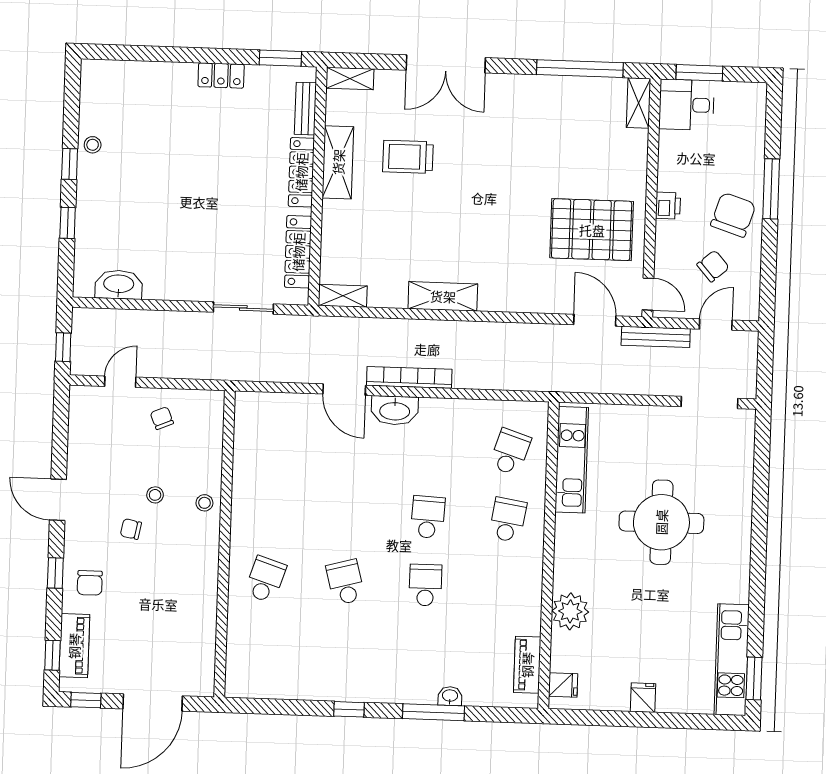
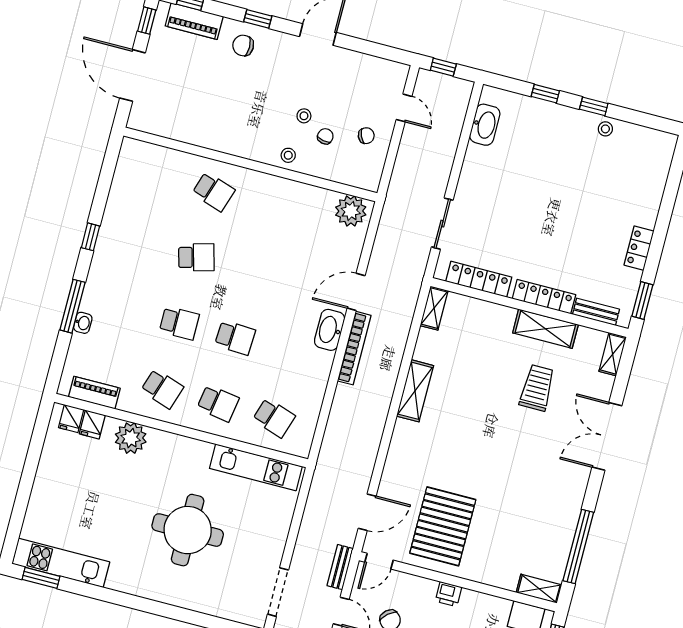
bench: (656, 337) -> (340, 567), width x0.73
plant: (252, 417) -> (351, 211), added
chair: (131, 529) -> (325, 136), moved
school desk: (505, 588) -> (162, 389), added
fridge: (643, 698) -> (92, 424), moved, turned 90

